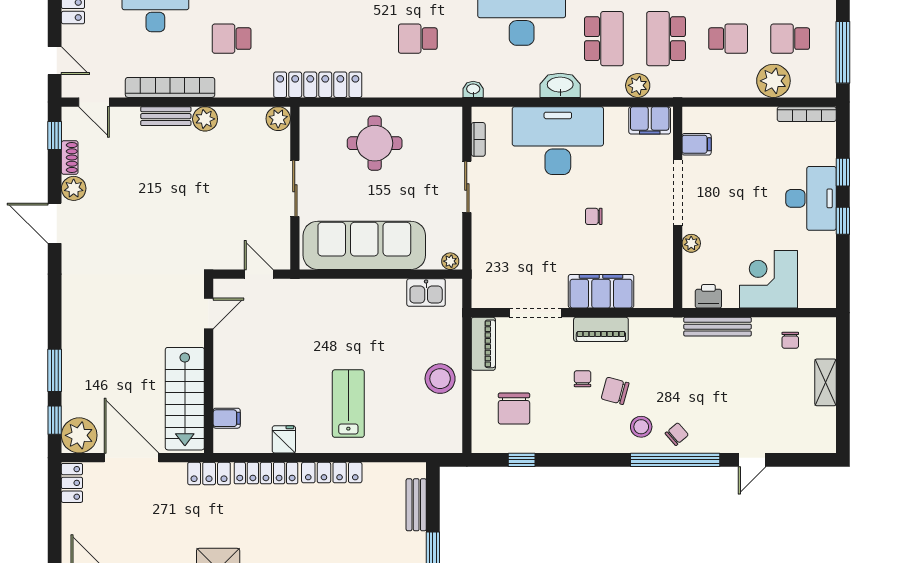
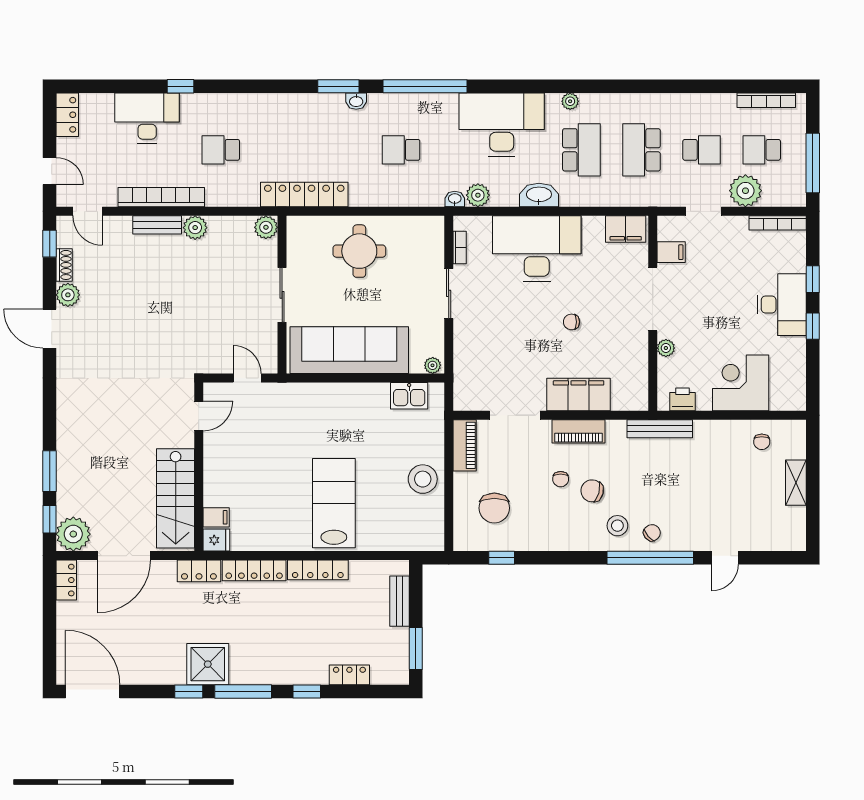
plant: (638, 85) -> (478, 195), moved
doorway: (730, 102) -> (703, 211), added
bench: (718, 327) -> (660, 429), moved
chair: (583, 379) -> (561, 479), turned 180
lab bench: (348, 404) -> (334, 503), width x1.36, depth x1.39
fridge: (284, 439) -> (216, 540), moved, turned 90
door: (131, 458) -> (124, 556), swing flipped

